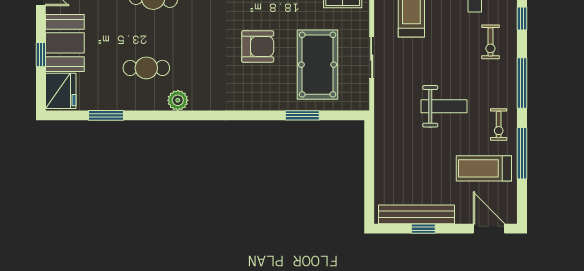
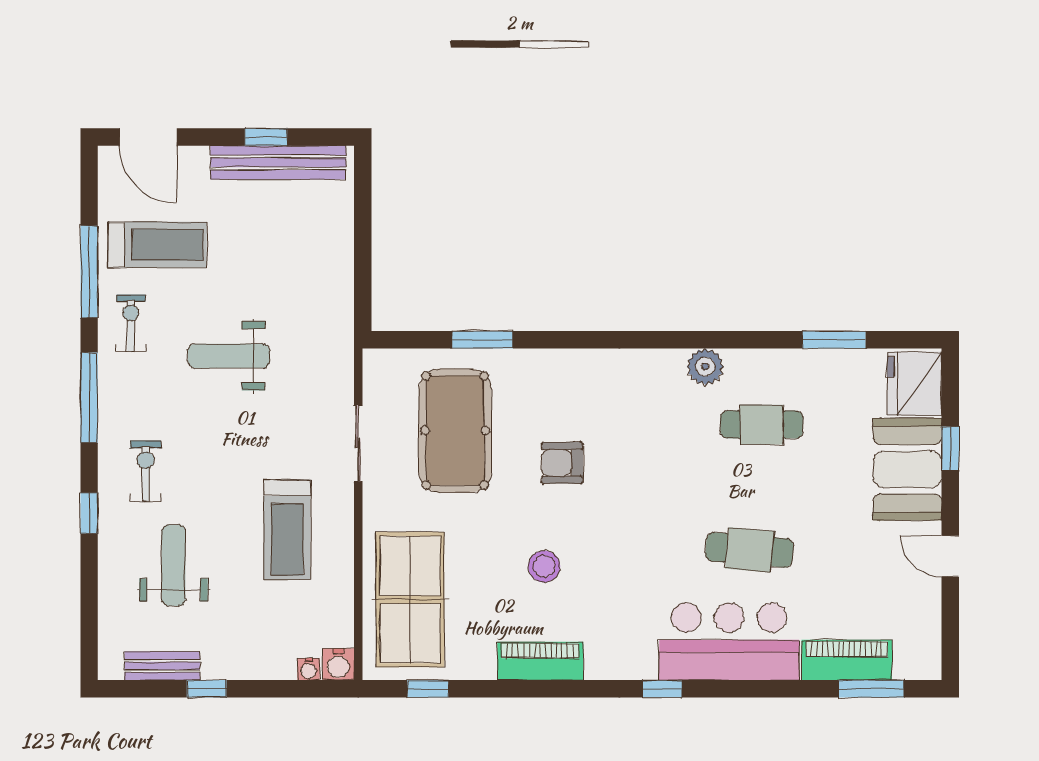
armchair: (258, 47) -> (562, 463), width x0.72, depth x0.72

